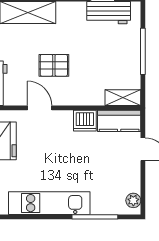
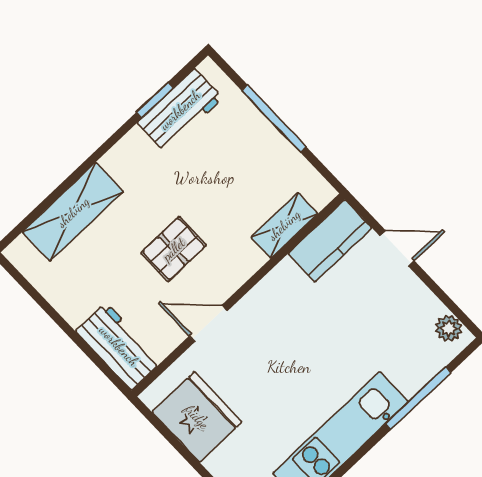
shelving: (123, 98) -> (284, 225), moved
dishwasher: (85, 121) -> (284, 283), removed

